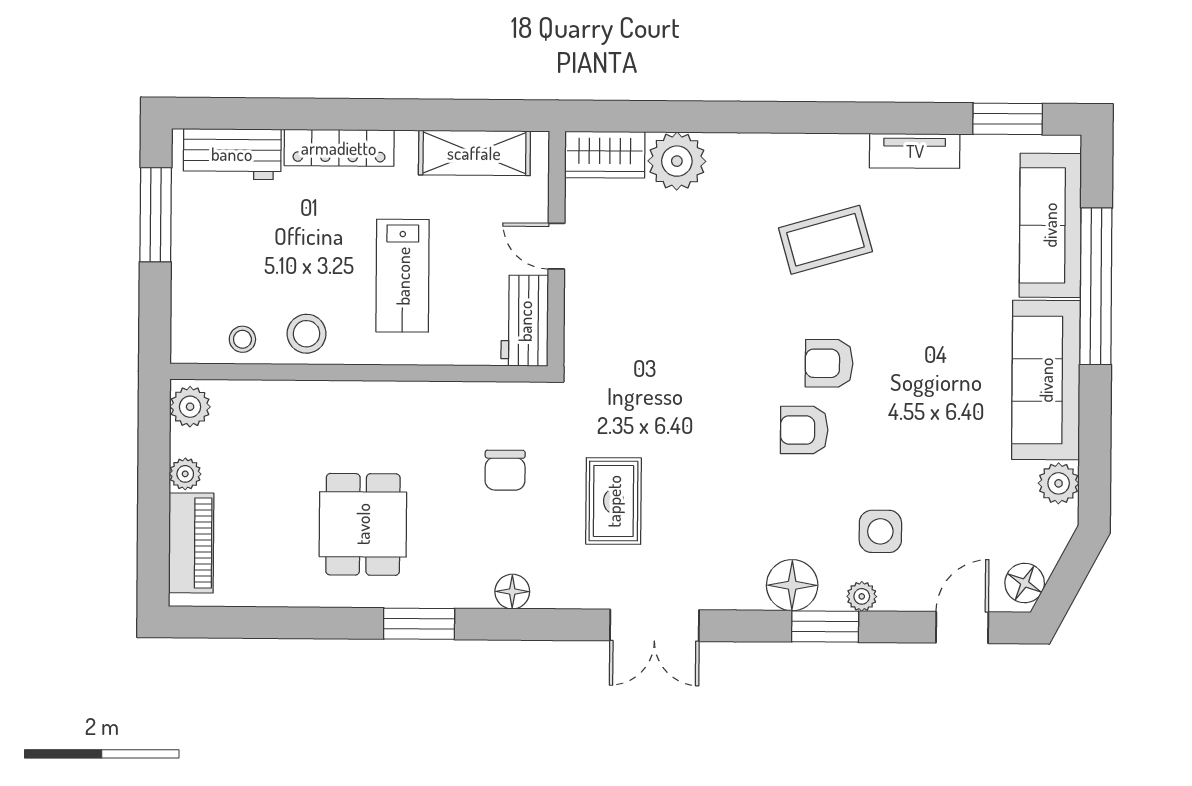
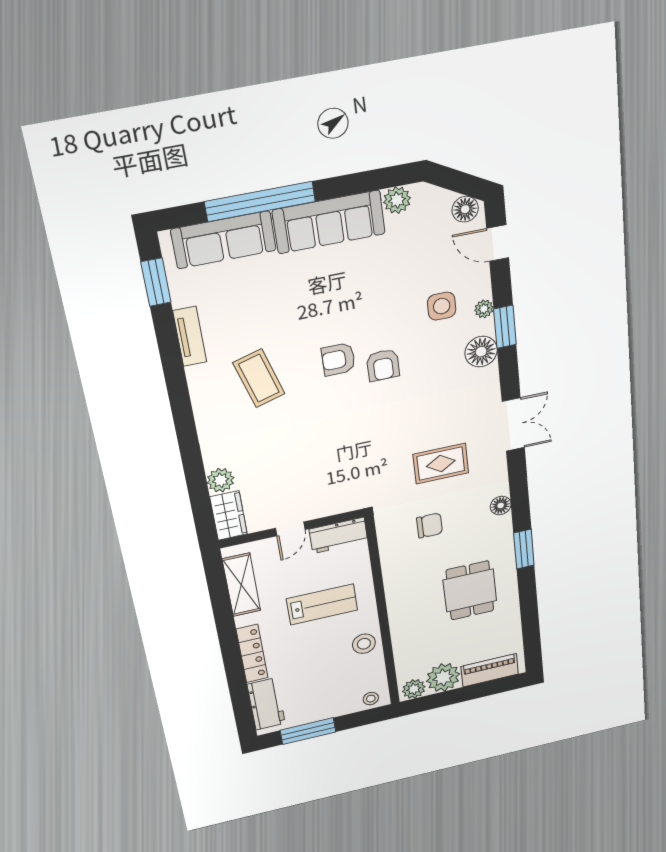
plant: (677, 161) -> (221, 480), width x0.73, depth x0.73
stool: (242, 339) -> (371, 699), moved
armchair: (829, 363) -> (338, 359), turned 90
plant: (185, 474) -> (443, 678), width x1.88, depth x1.88
dining table: (363, 524) -> (470, 590), turned 90

